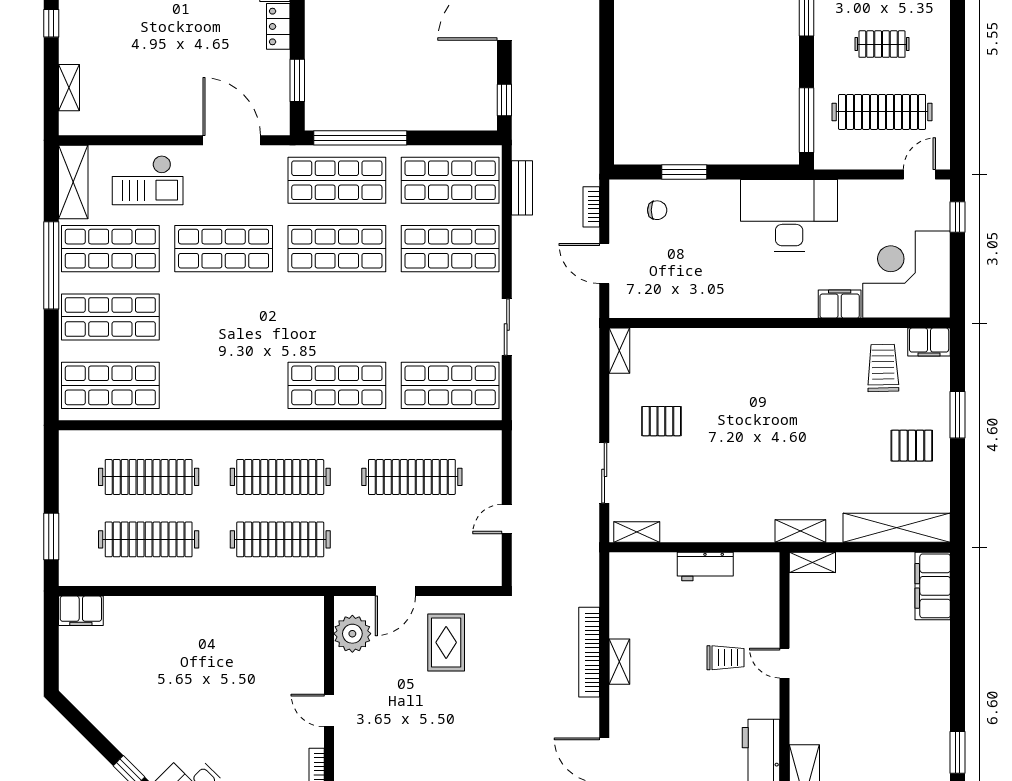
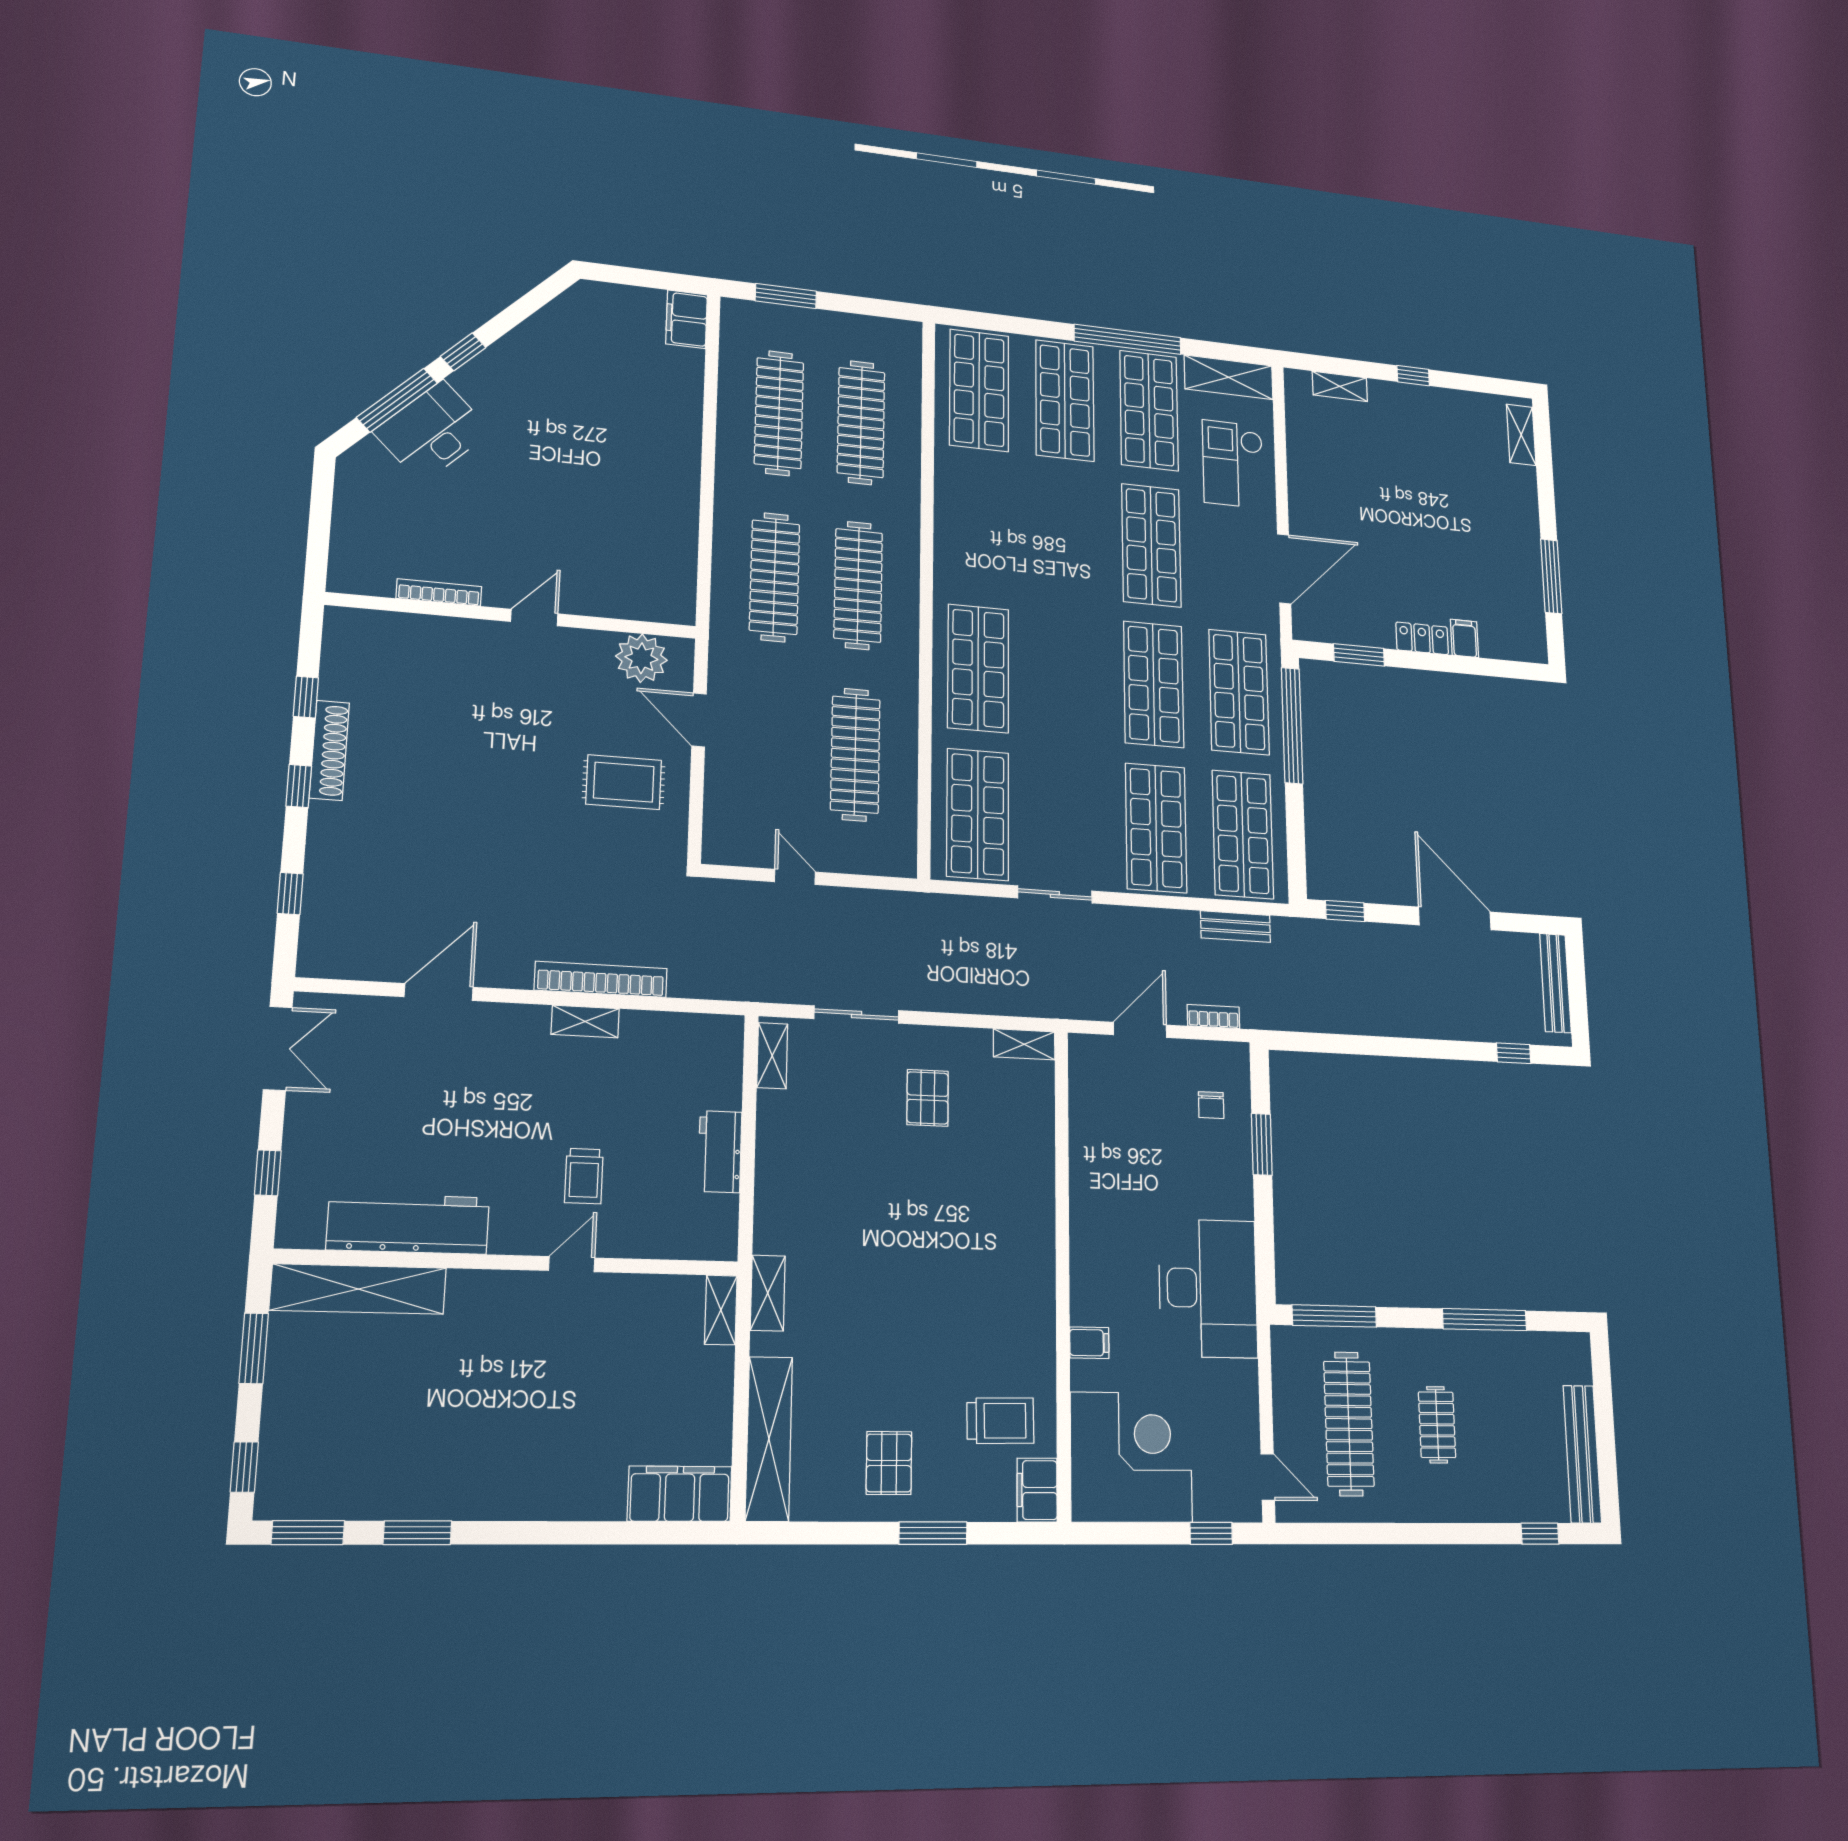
filing cabinet: (840, 304) -> (1089, 1343), width x0.50

